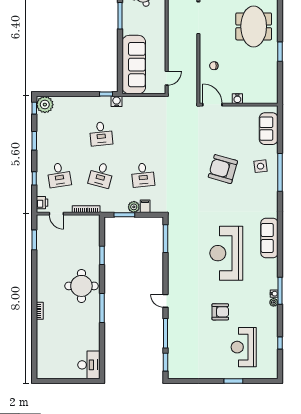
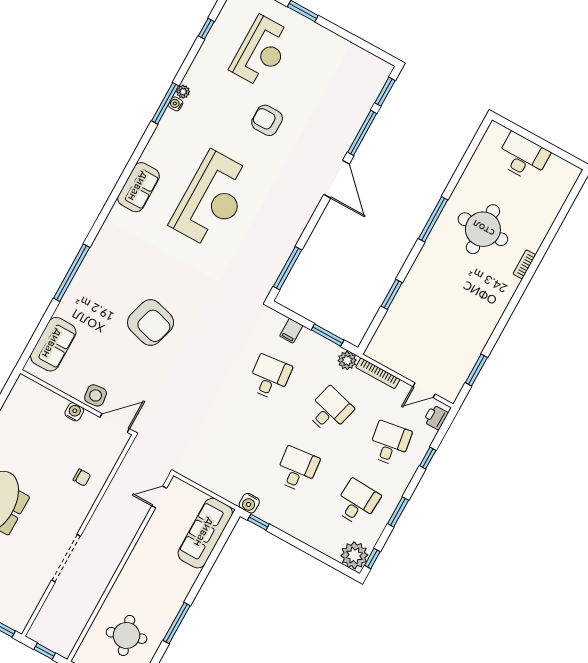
sofa: (134, 65) -> (205, 533), width x0.74, depth x0.79
door: (212, 105) -> (115, 423), swing flipped
desk: (59, 134) -> (357, 502), added
side table: (261, 166) -> (96, 395), moved
plant: (134, 207) -> (347, 360), moved
door: (56, 214) -> (424, 390), swing flipped
sofa: (269, 238) -> (139, 187), width x0.73
round table: (81, 286) -> (483, 229), moved
door: (166, 301) -> (337, 179), width x1.88
desk: (89, 365) -> (523, 157), moved, turned 90

